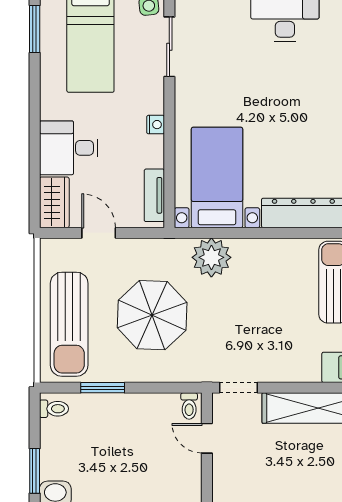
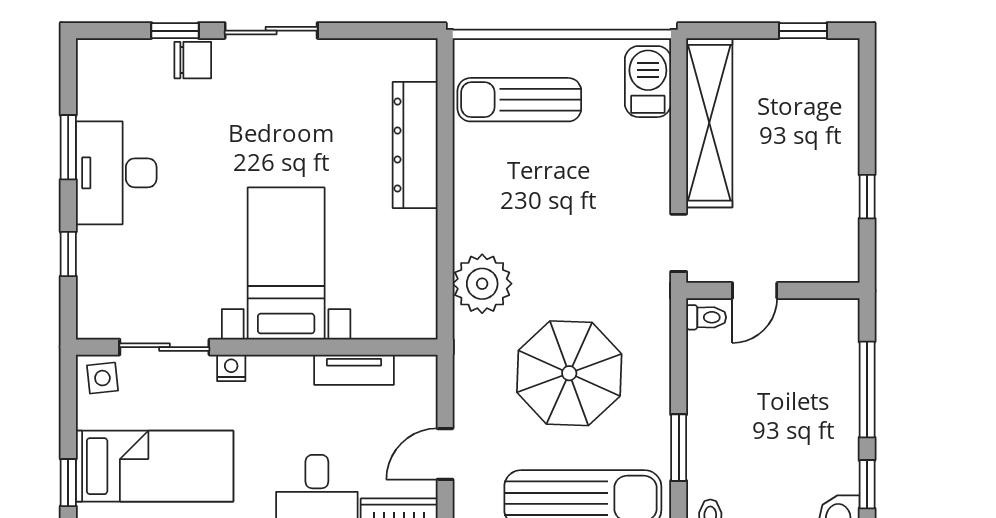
nightstand: (156, 125) -> (231, 368), moved
bed with nightstands: (217, 177) -> (286, 263), moved, turned 90
tv unit: (154, 195) -> (354, 370), moved

